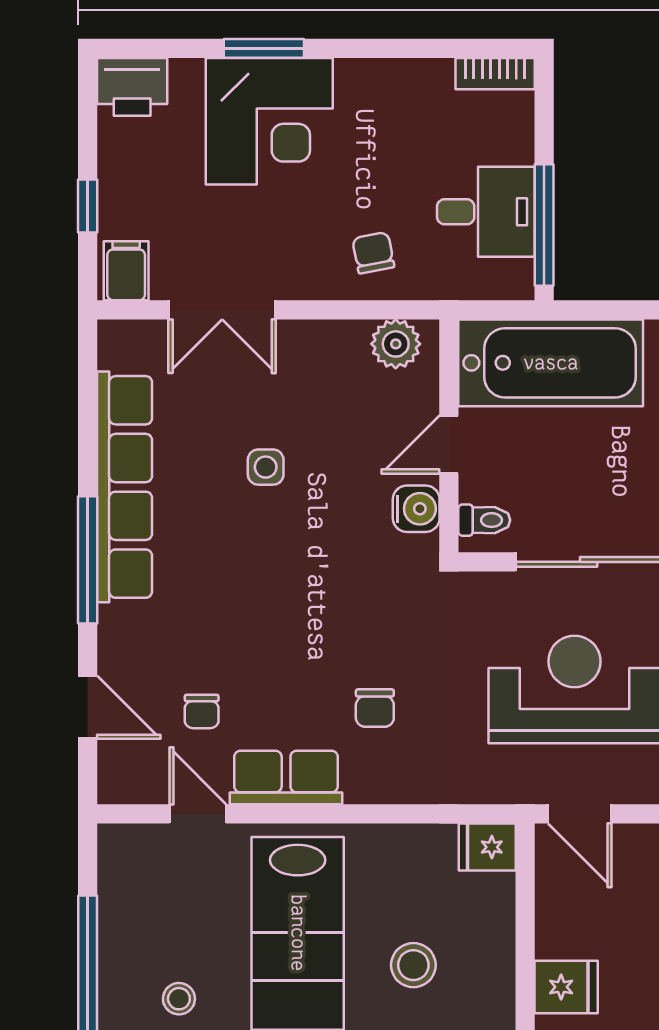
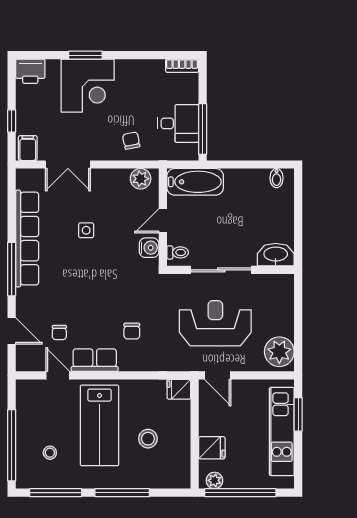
bathtub: (551, 363) -> (195, 182), width x0.73, depth x0.73

